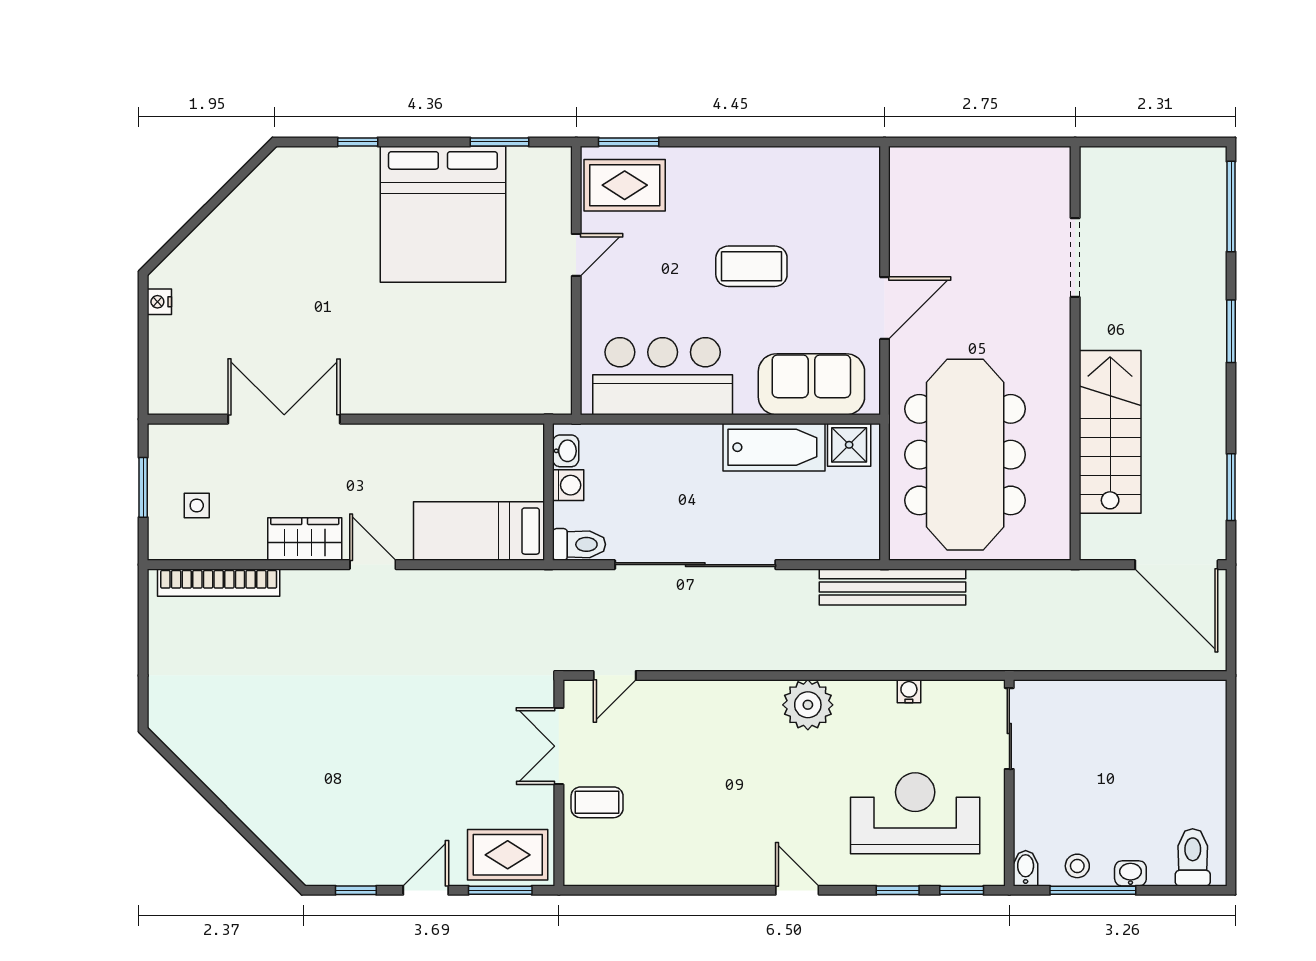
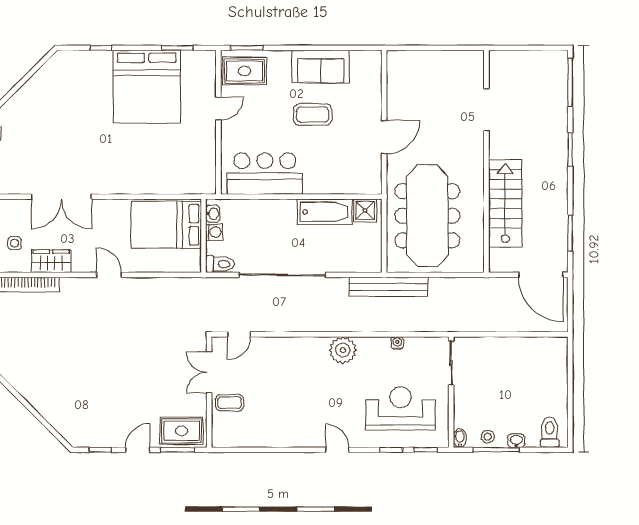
sofa: (811, 384) -> (321, 66), moved, turned 180
double door: (284, 419) -> (61, 197), swing flipped
bed: (479, 531) -> (166, 225), moved, width x1.50
wardrobe: (305, 539) -> (51, 261), moved

